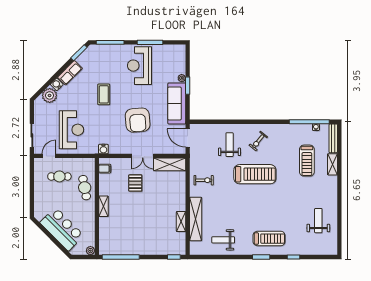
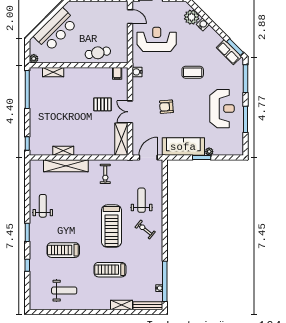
reception desk: (139, 66) -> (222, 109), turned 90
row of seats: (70, 73) -> (229, 52), moved
armchair: (138, 120) -> (166, 107), width x0.53, depth x0.53
reception desk: (72, 130) -> (157, 39), turned 180
weight bench: (230, 145) -> (142, 200), turned -90
treadmill: (307, 161) -> (110, 270), moved
cafe table: (59, 176) -> (109, 27), removed
shelving: (104, 206) -> (53, 72), moved
treadmill: (269, 239) -> (63, 250), moved, turned 90
weight bench: (223, 240) -> (43, 206), moved

